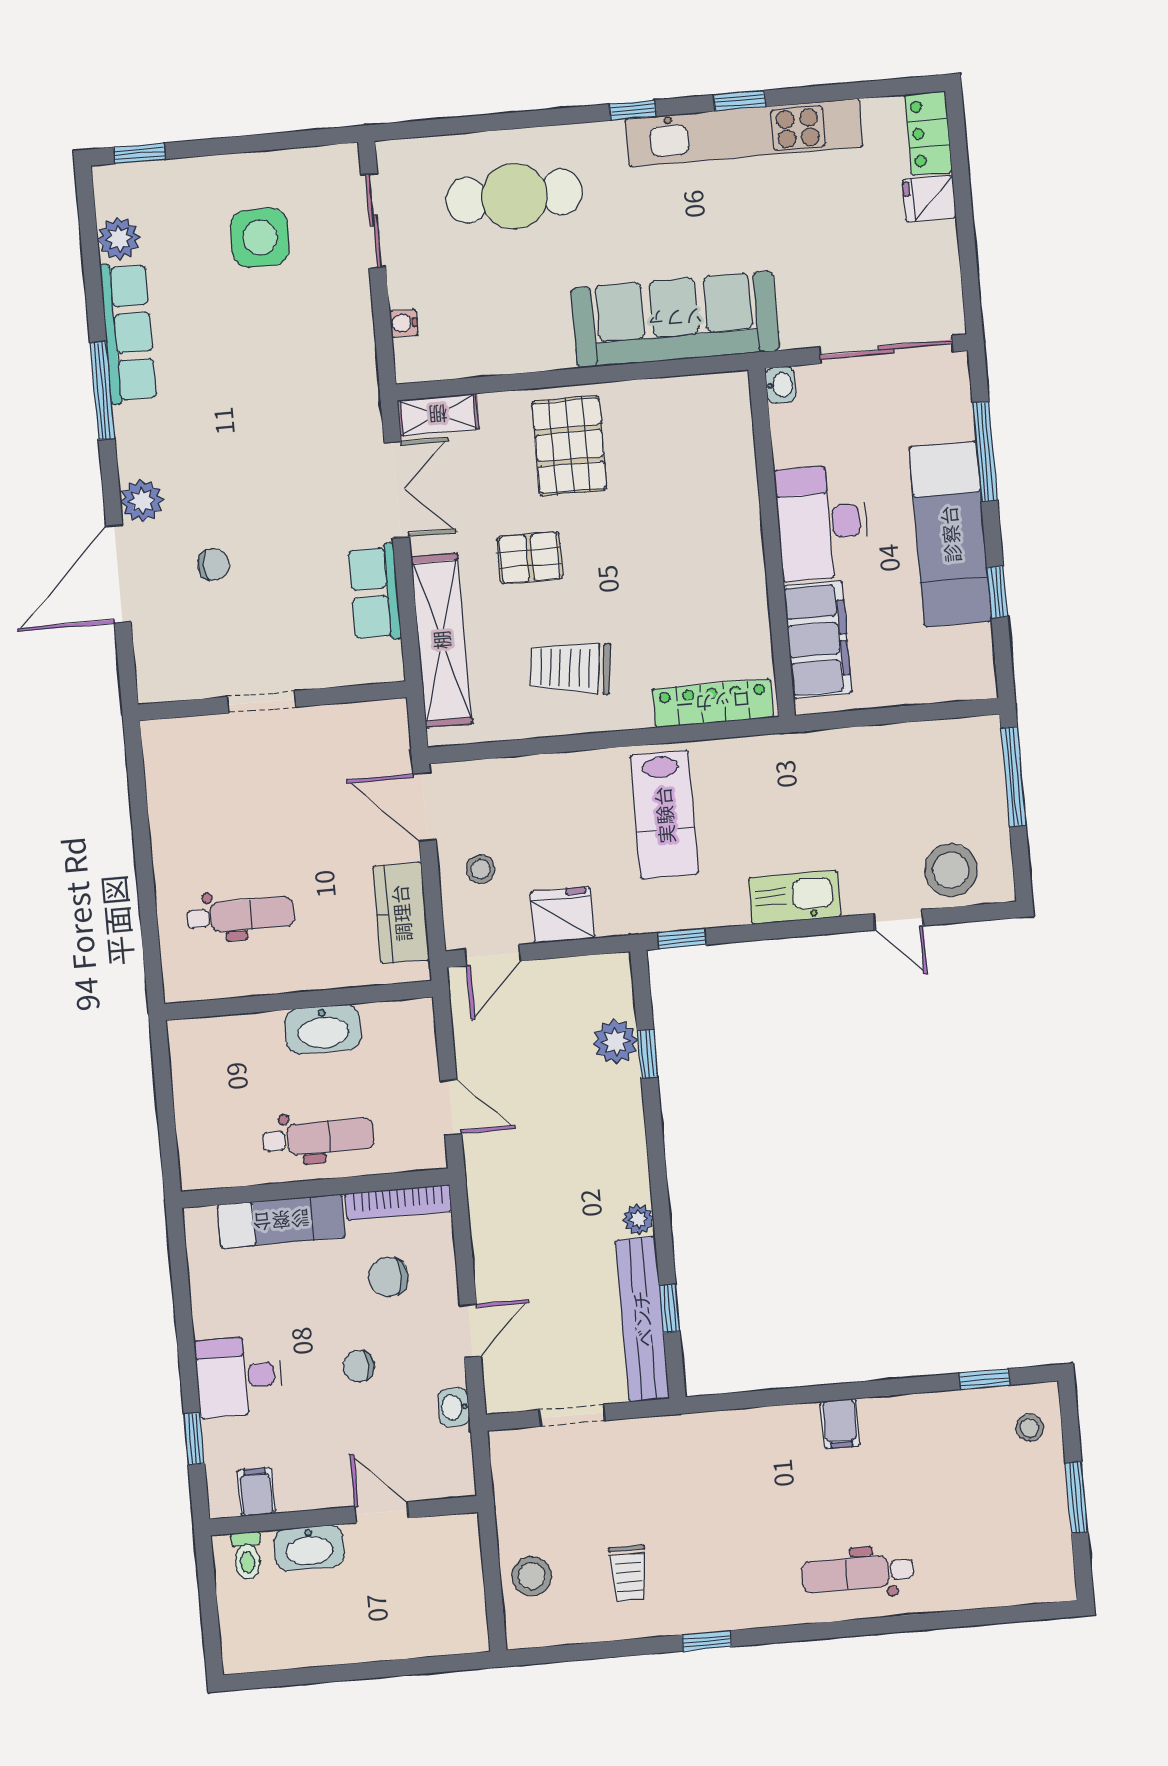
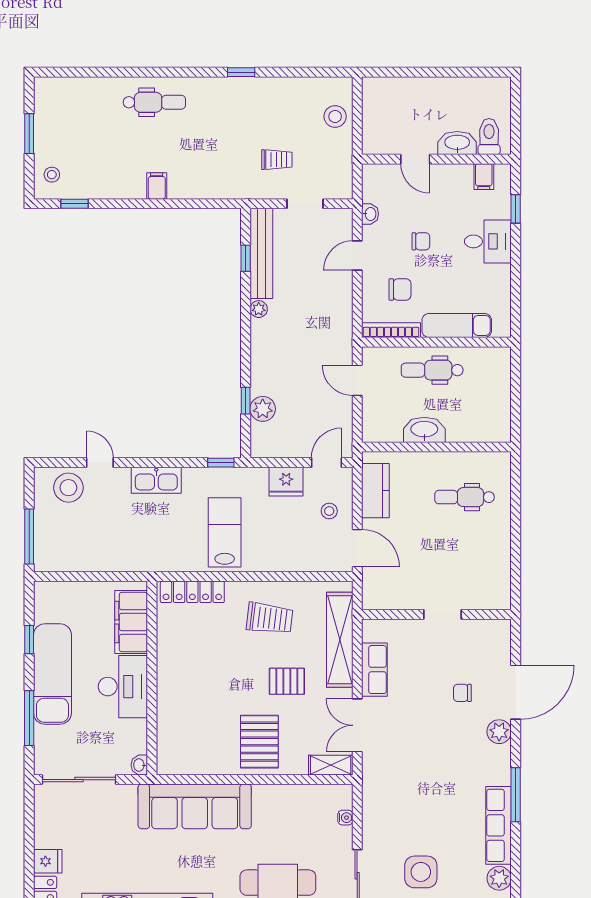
toilet: (247, 1556) -> (489, 137), width x1.37, depth x1.39
trolley: (628, 1573) -> (277, 160), moved, turned 90

